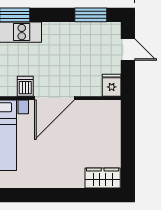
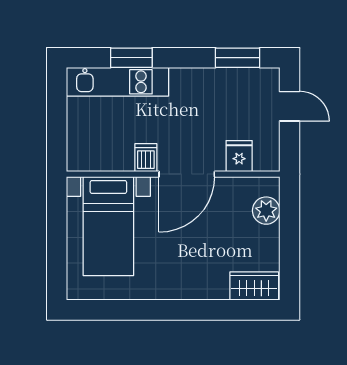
fridge: (112, 85) -> (239, 156), moved
plant: (111, 124) -> (266, 211), added

